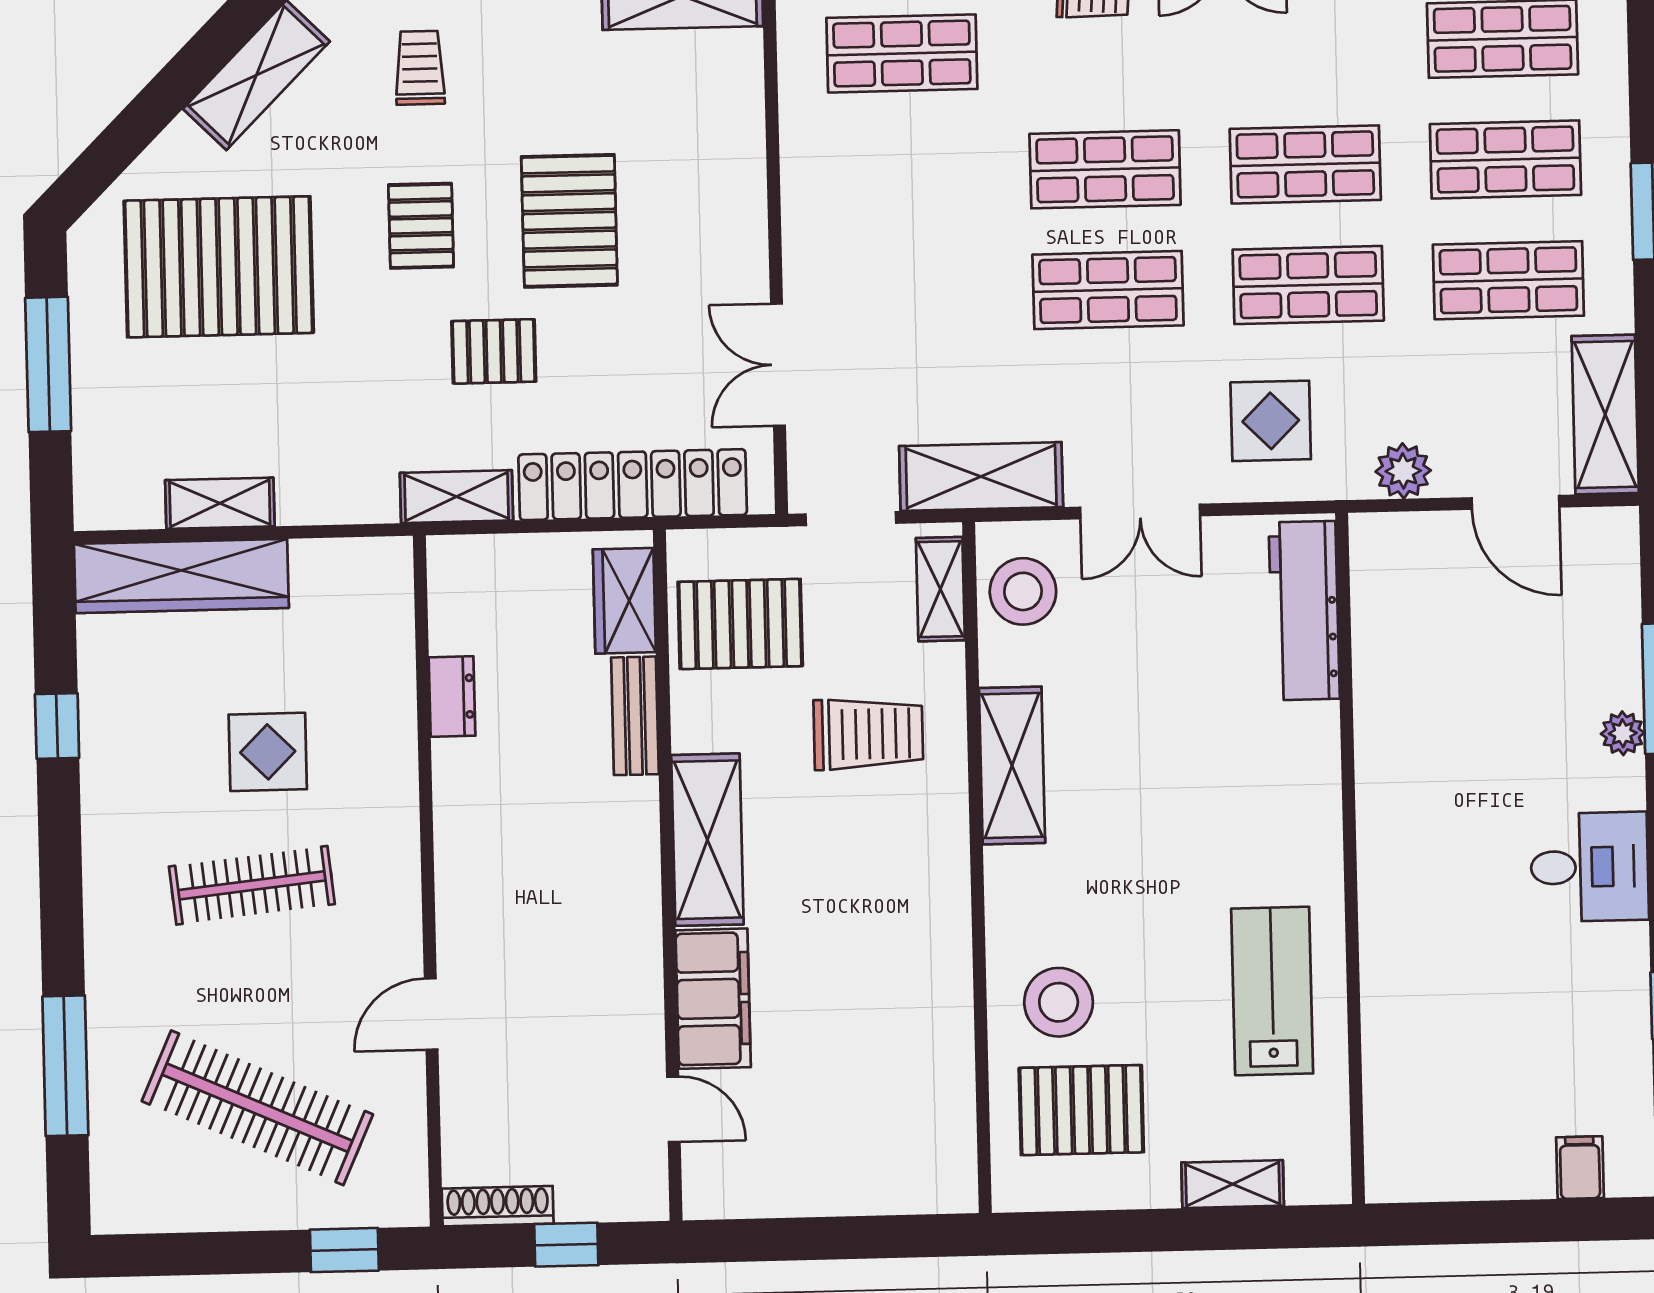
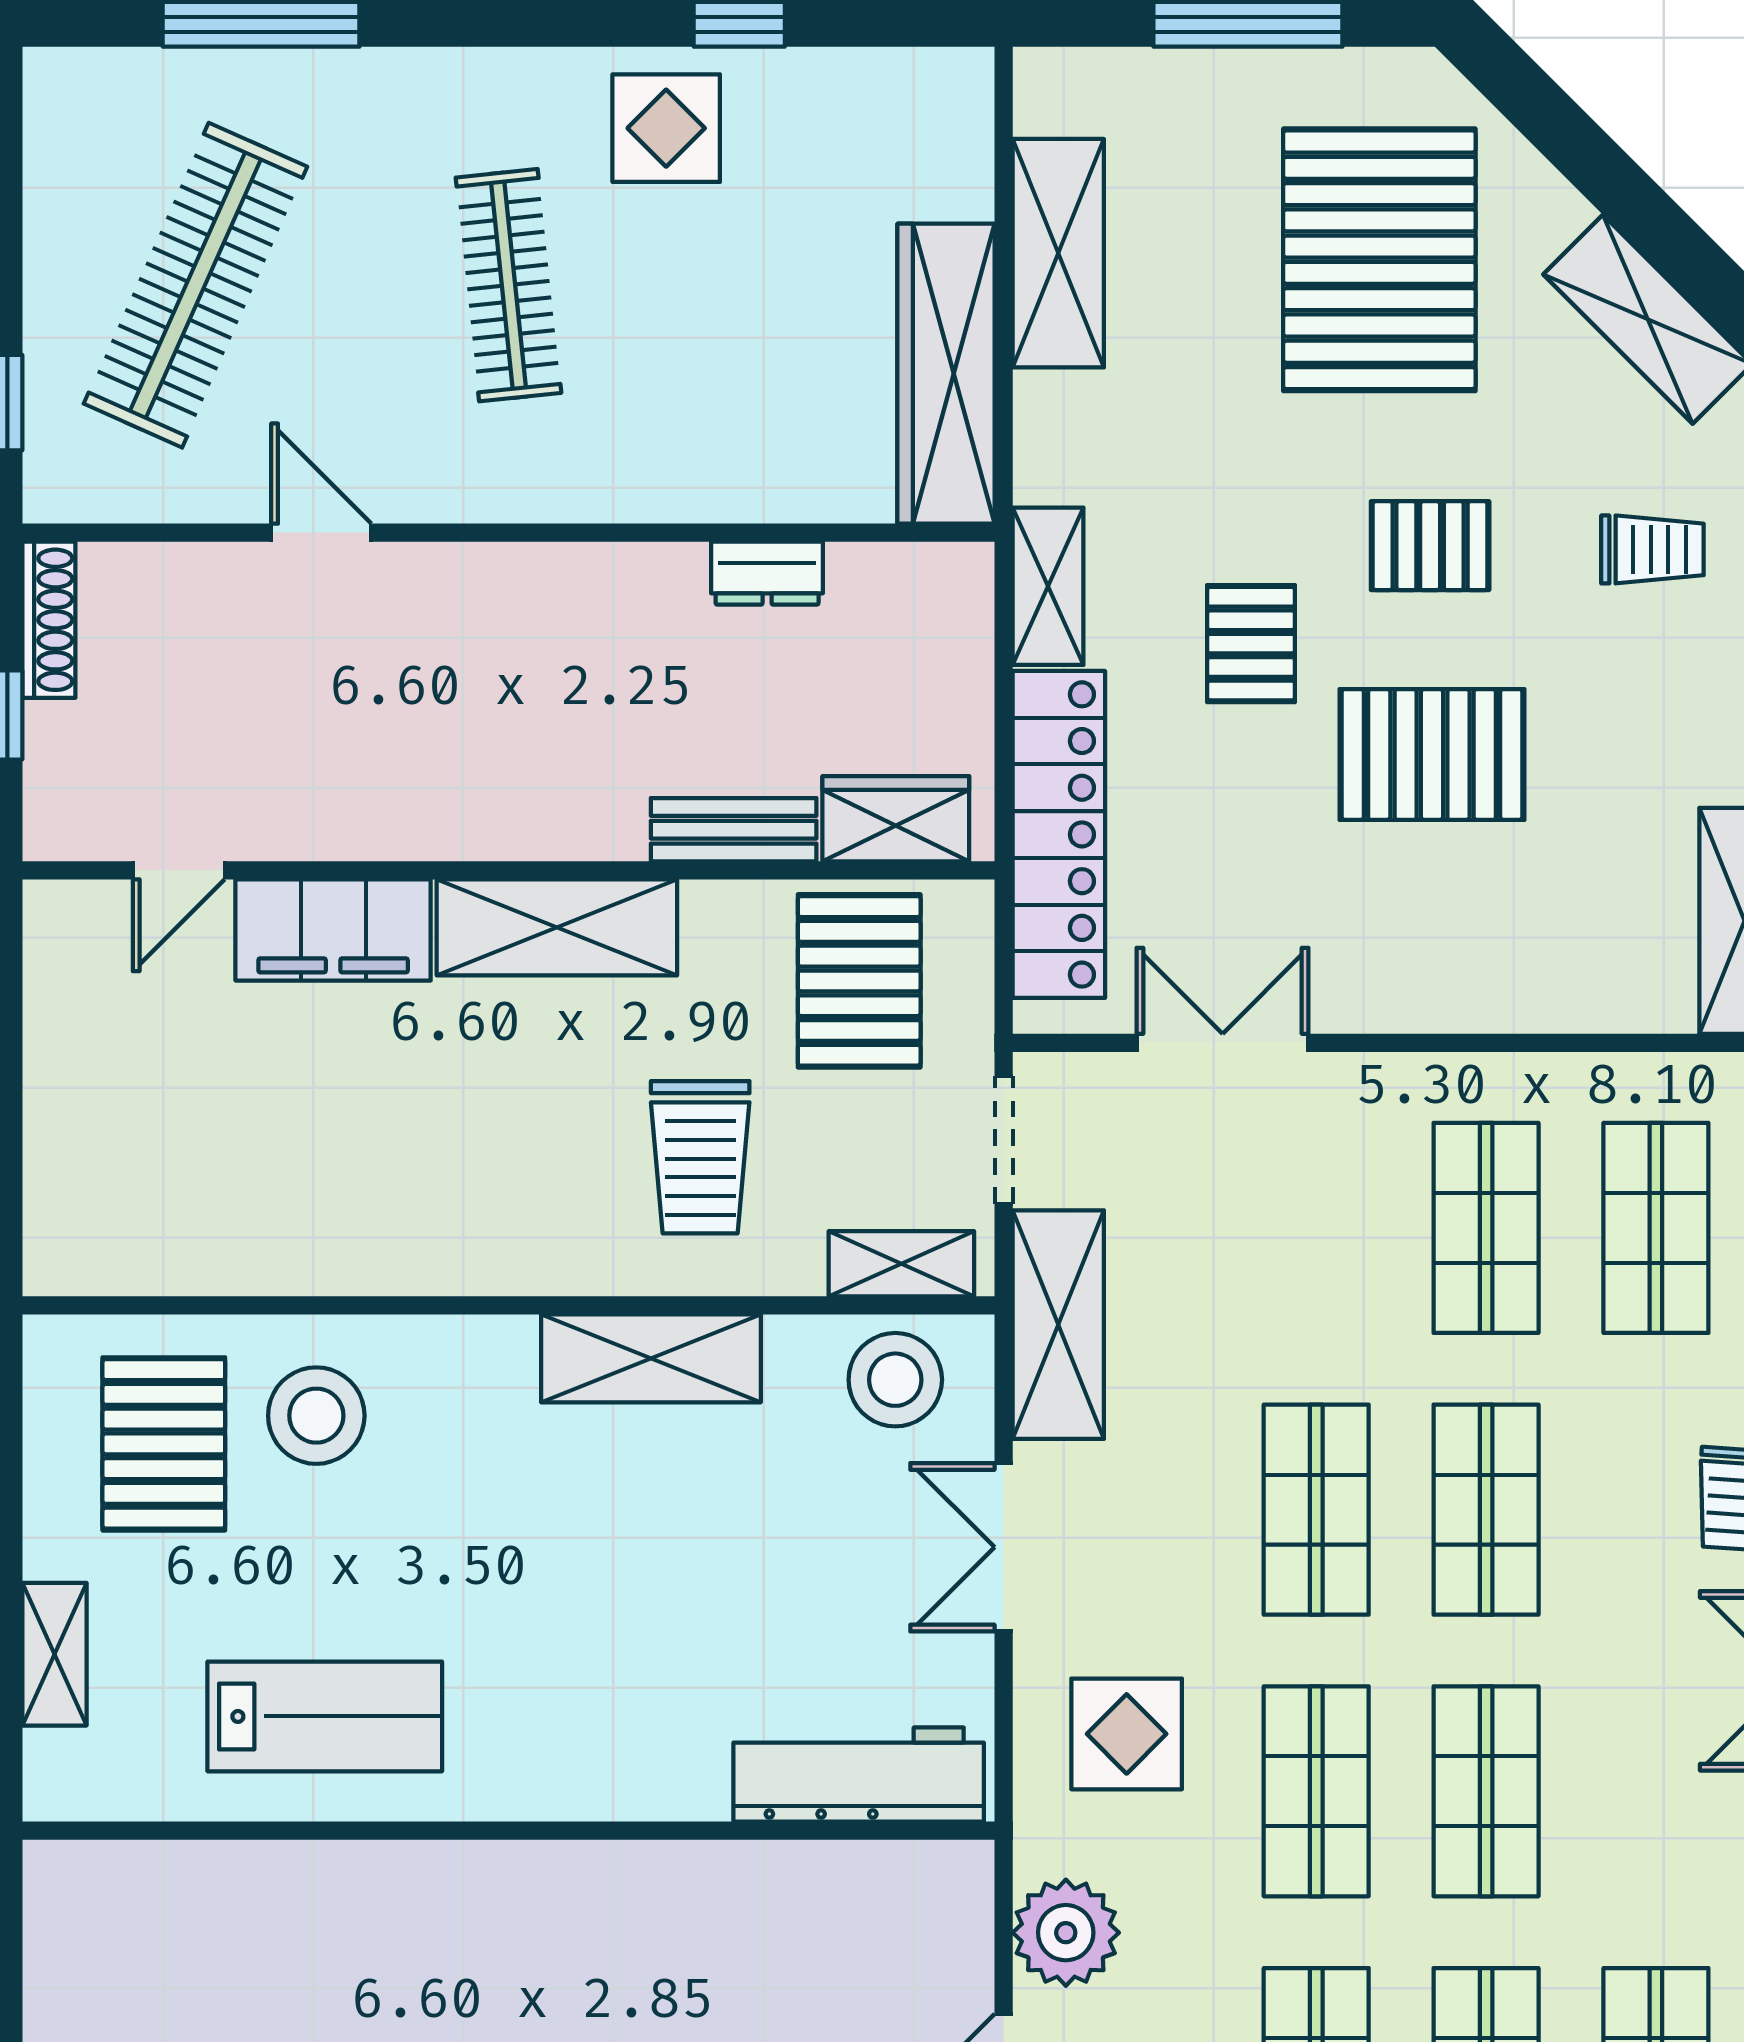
shop shelf: (905, 174) -> (1486, 1228), added
plant: (1403, 471) -> (1066, 1933), width x1.36, depth x1.36
shelving: (220, 503) -> (1058, 253), width x1.50, depth x1.33
wardrobe: (181, 576) -> (946, 374), moved
display table: (268, 752) -> (666, 128), moved

